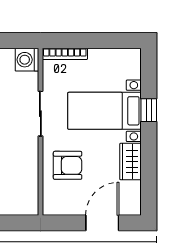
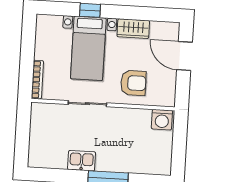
washing machine: (27, 60) -> (162, 120), moved
armchair: (68, 165) -> (133, 83), turned 90

